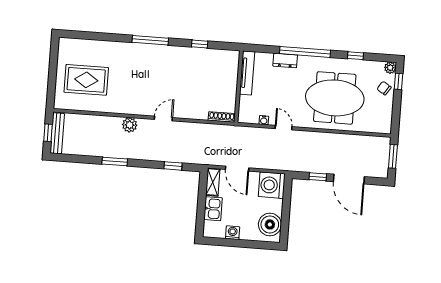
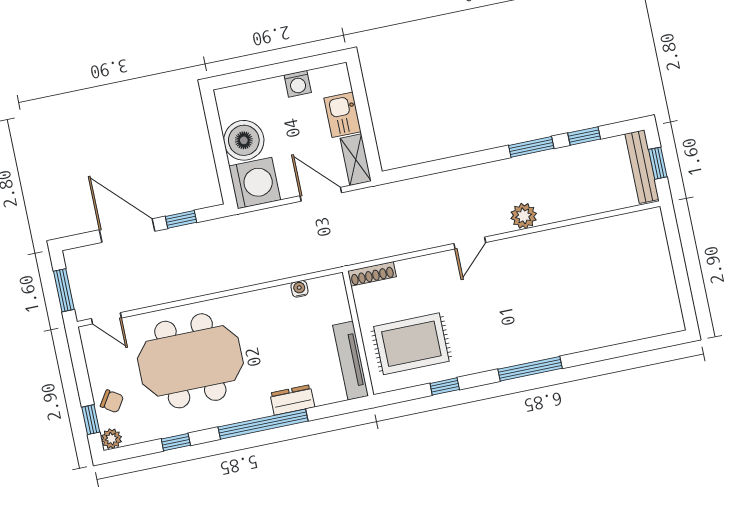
rug: (86, 80) -> (411, 344), moved
door: (284, 128) -> (106, 318), moved
window: (173, 166) -> (584, 136), moved
boiler: (270, 224) -> (244, 140), moved

